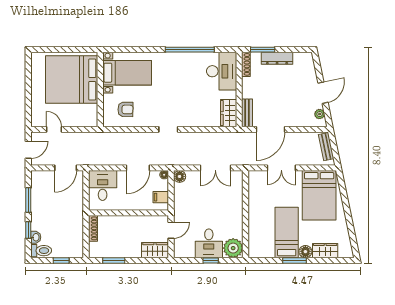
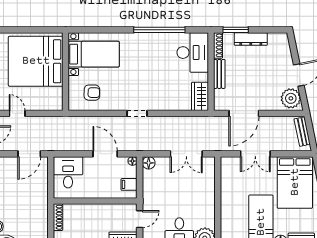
bench: (247, 113) -> (219, 74), moved
plant: (320, 114) -> (291, 98), width x1.88, depth x1.88
door: (138, 168) -> (105, 154), swing flipped

